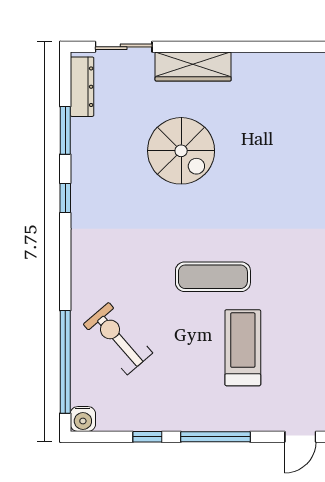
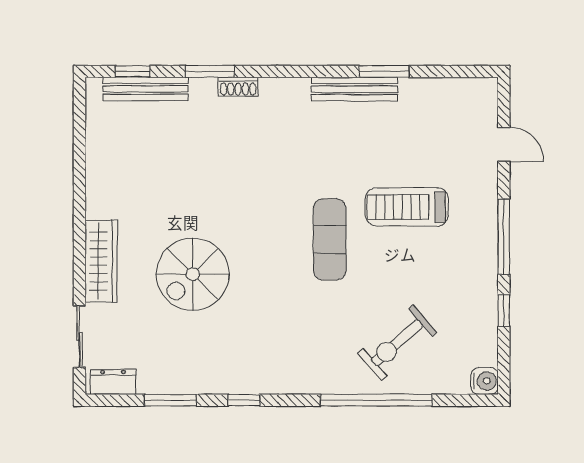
dresser: (82, 87) -> (113, 382), width x0.70
spiral stairs: (181, 151) -> (193, 274), turned 180
window: (65, 362) -> (376, 400), moved

